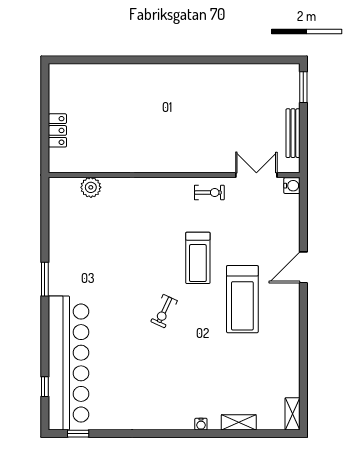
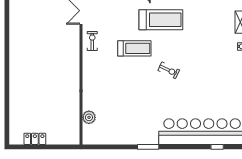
locker: (57, 130) -> (35, 139), moved

